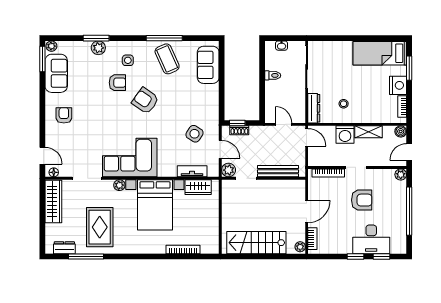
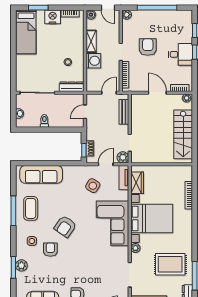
coffee table: (167, 59) -> (31, 208), turned -66
sofa: (208, 65) -> (41, 174), width x1.36
door: (307, 137) -> (109, 93), moved
corner sofa: (130, 158) -> (113, 223), moved
tv unit: (192, 171) -> (124, 178), moved
bench: (278, 171) -> (124, 112), width x0.73
desk: (371, 239) -> (180, 54), moved, width x0.73

